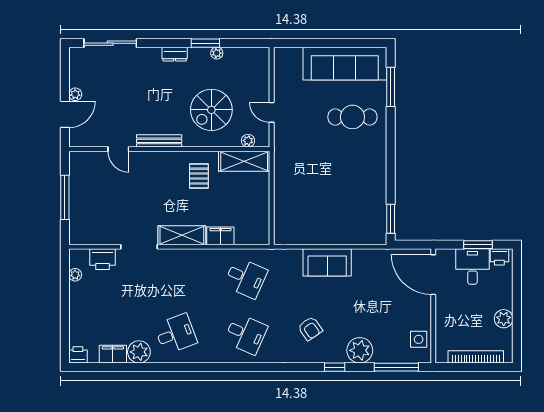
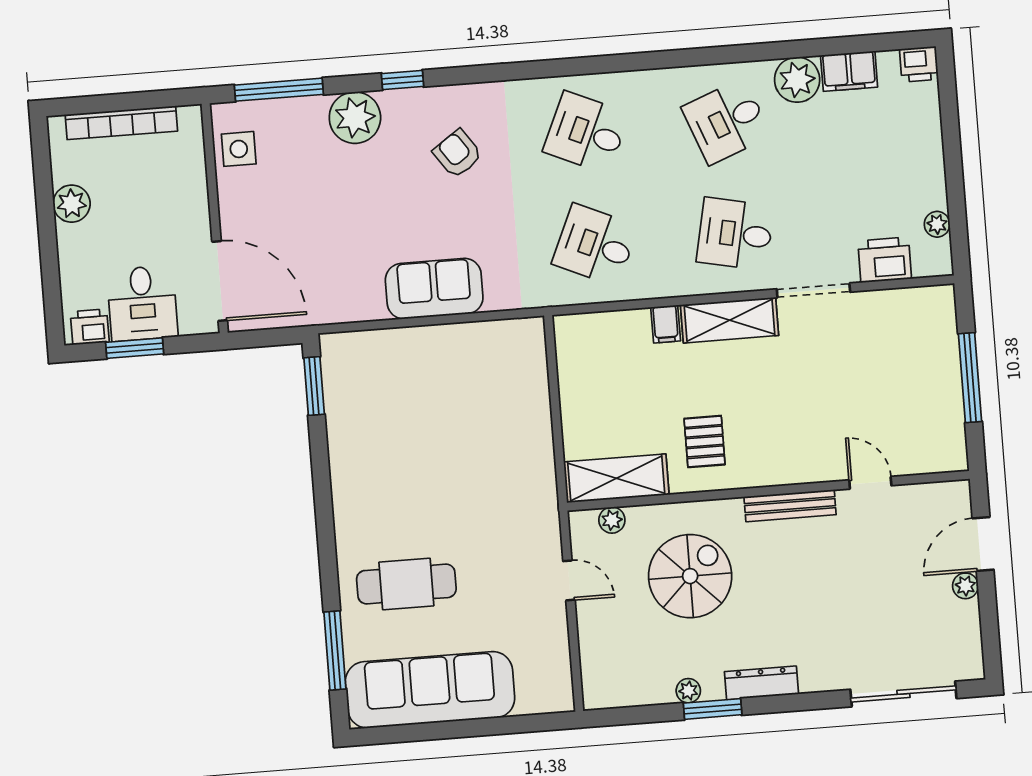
dresser: (175, 54) -> (761, 683), width x1.44
filing cabinet: (220, 236) -> (666, 324), width x0.50
desk: (176, 278) -> (735, 234), added

